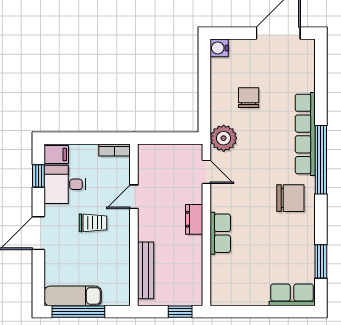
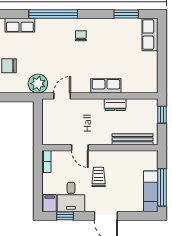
row of seats: (305, 134) -> (20, 25), width x0.50
chair: (290, 198) -> (81, 36), width x0.54, depth x0.54
dresser: (194, 219) -> (115, 105), moved

